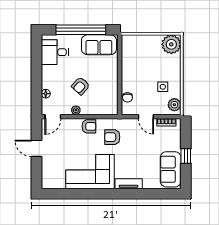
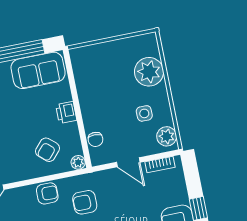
plant: (171, 44) -> (149, 72), moved
printer: (112, 76) -> (66, 113), added
armchair: (81, 86) -> (47, 150), moved
plant: (76, 110) -> (78, 162), moved

